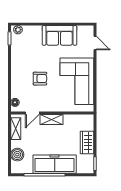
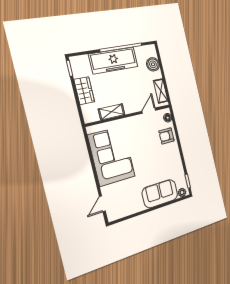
sofa: (59, 35) -> (160, 194), moved
door: (95, 43) -> (102, 204), hinge flipped
armchair: (40, 79) -> (166, 136), moved
shelving: (51, 119) -> (112, 112), moved

